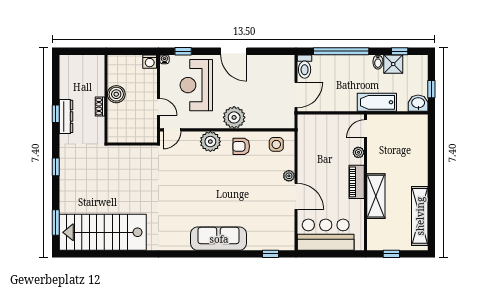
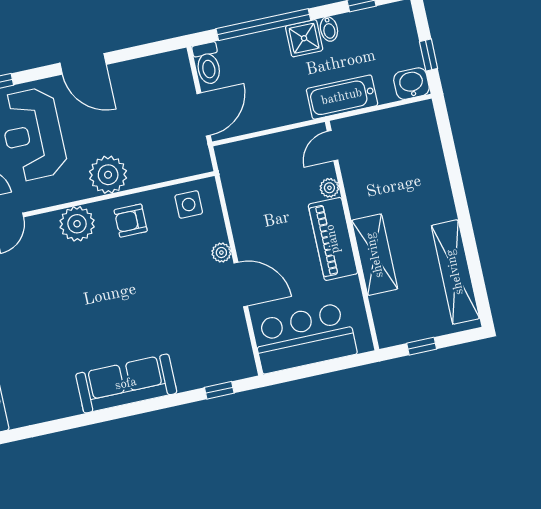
shower: (393, 64) -> (304, 38), moved
piano: (357, 182) -> (333, 239), width x1.37, depth x1.33

